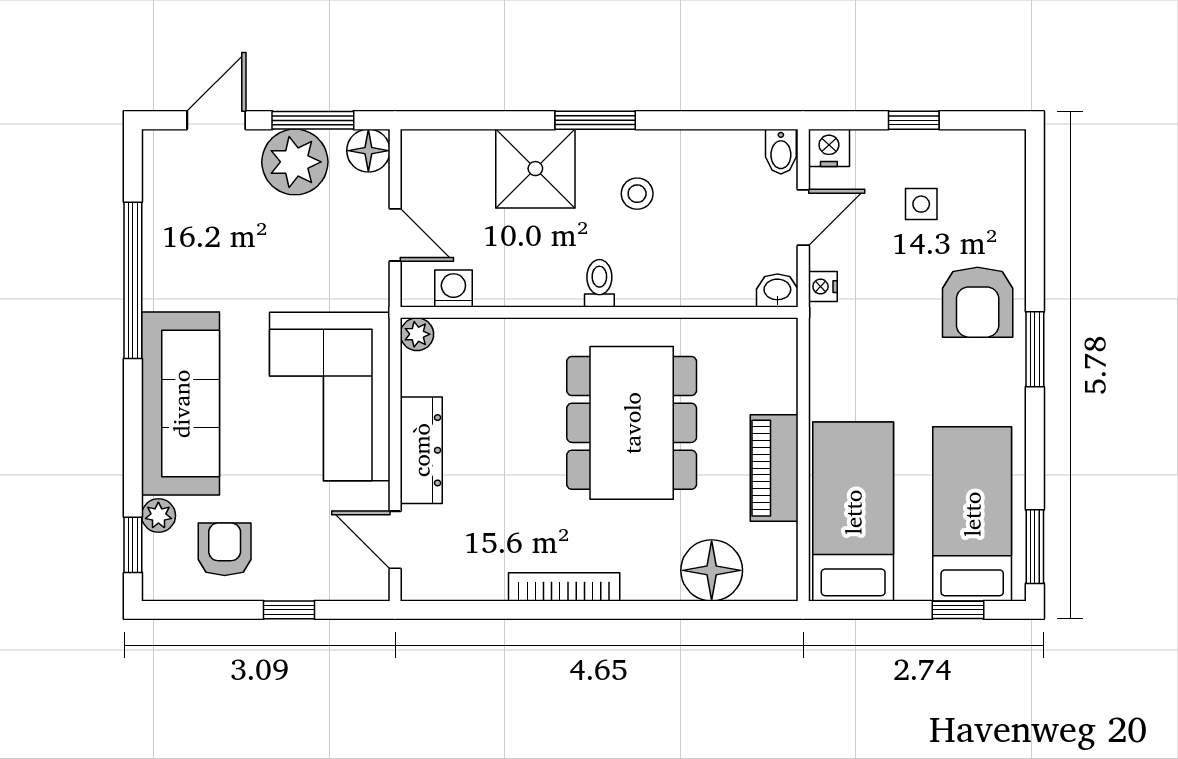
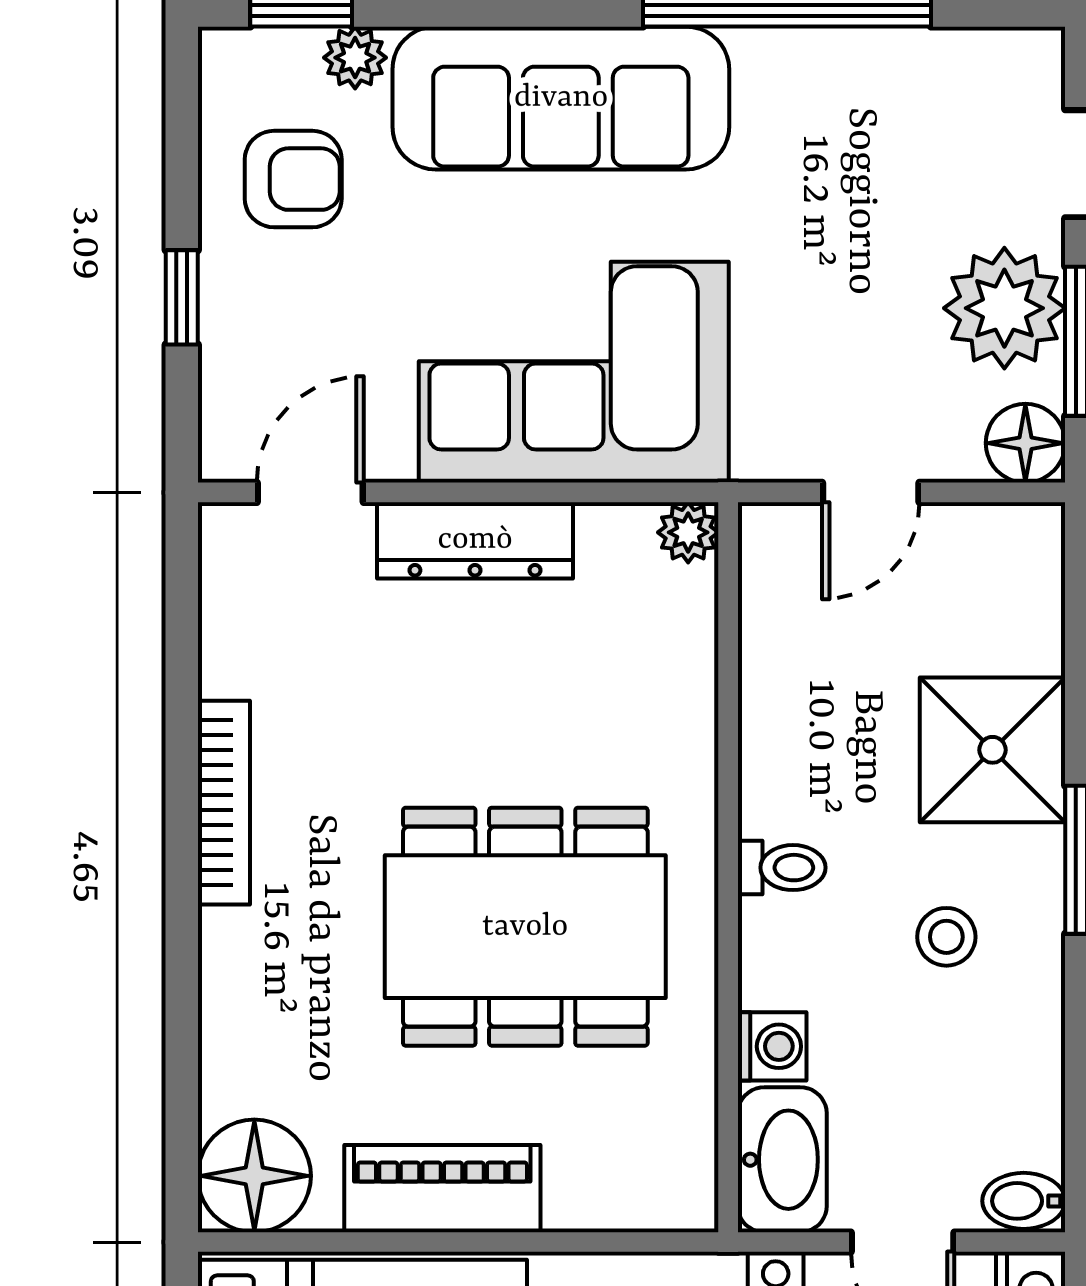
washing machine: (453, 289) -> (772, 1046), moved
washbasin: (777, 290) -> (782, 1160), width x1.91, depth x1.45
floor lamp: (712, 570) -> (254, 1176), moved

